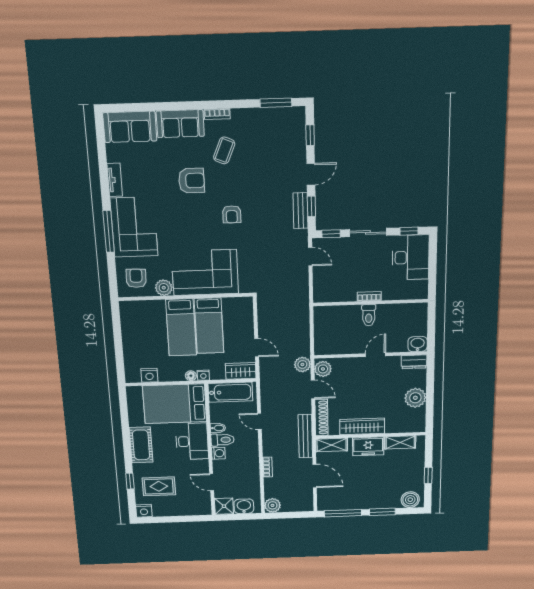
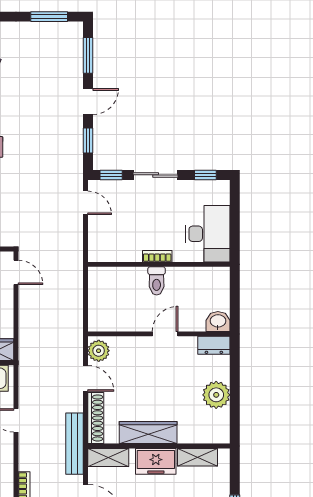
window: (310, 135) -> (88, 55), width x1.50
bench: (300, 211) -> (75, 145), removed
desk: (411, 257) -> (208, 234), moved
door: (257, 348) -> (16, 272), moved
plant: (302, 364) -> (73, 344), removed

